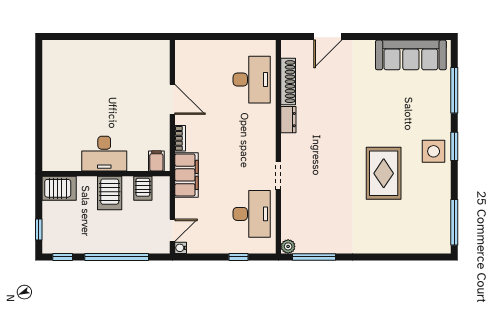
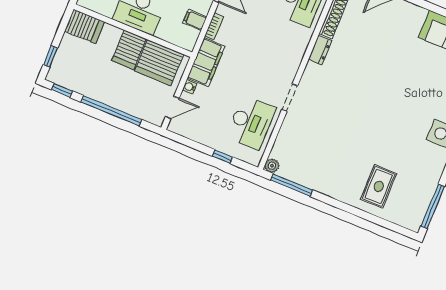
filing cabinet: (156, 161) -> (195, 20), moved, turned -90
rug: (384, 173) -> (379, 186), moved, width x0.73, depth x0.70
server rack: (143, 188) -> (159, 63), width x2.18, depth x1.44
water cooler: (181, 248) -> (190, 87), moved

